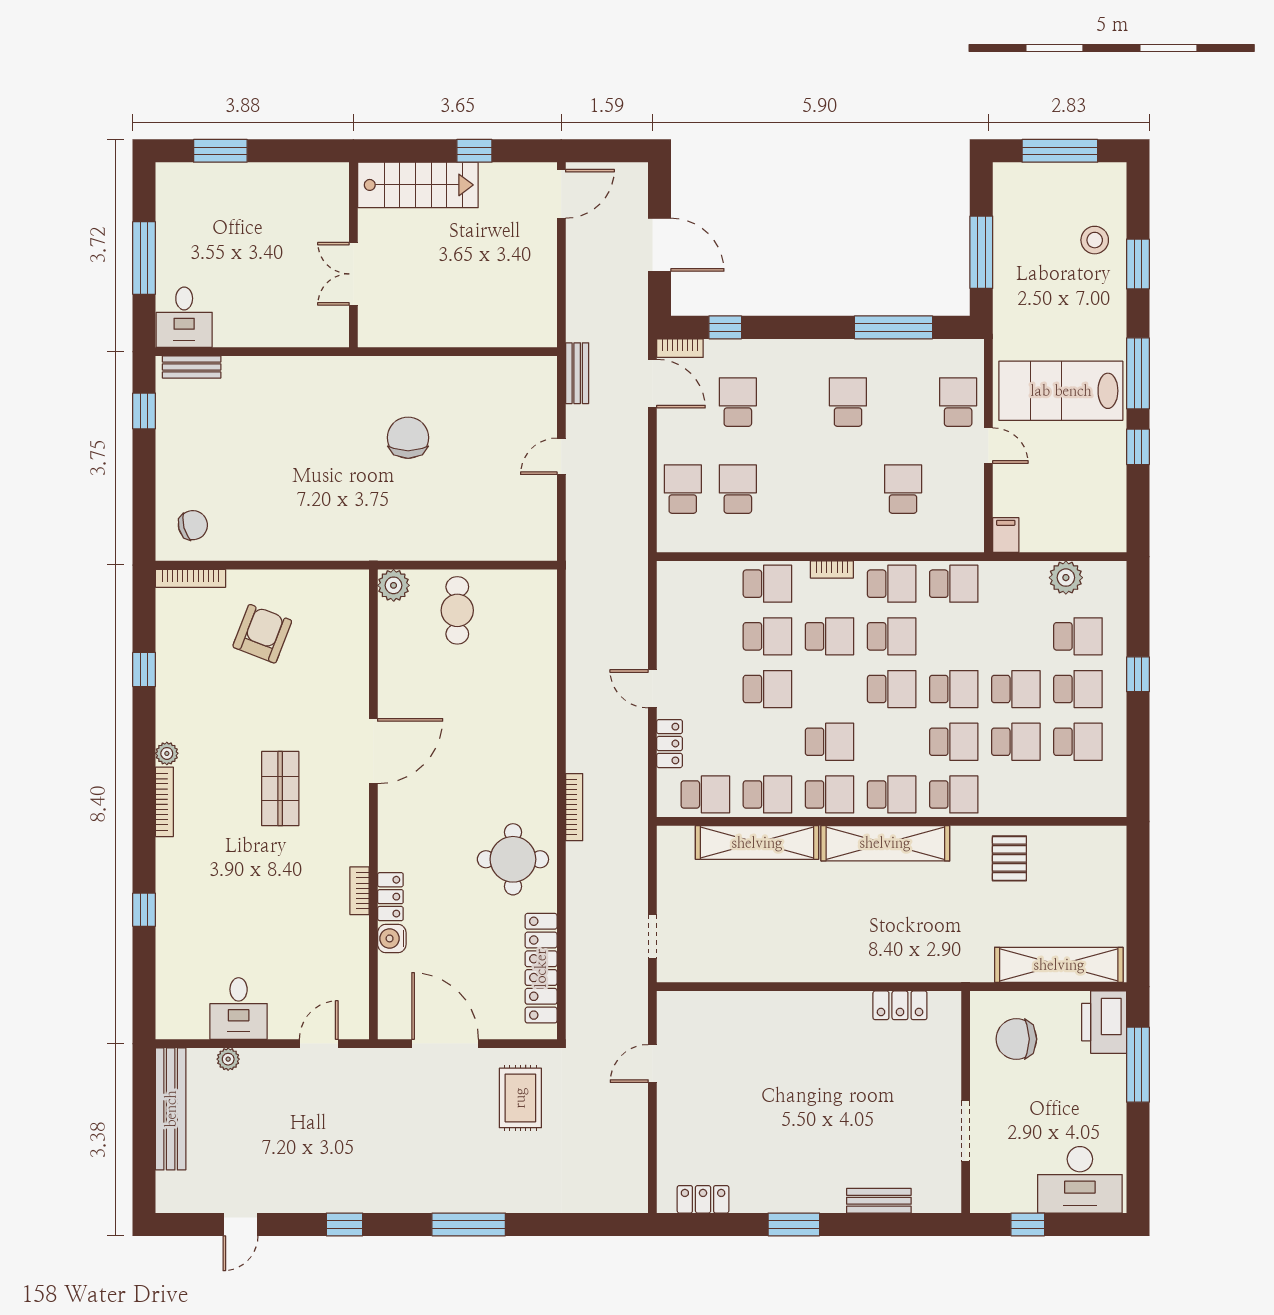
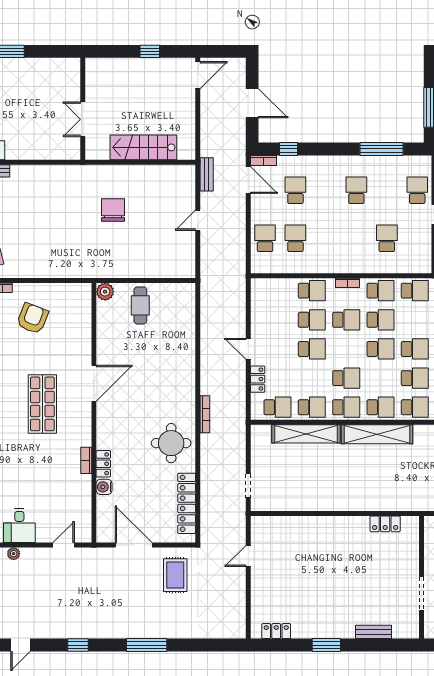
stairs: (418, 185) -> (143, 147), moved, turned 180
shop shelf: (280, 789) -> (42, 404), width x1.43, depth x1.36

